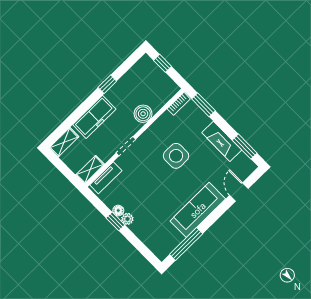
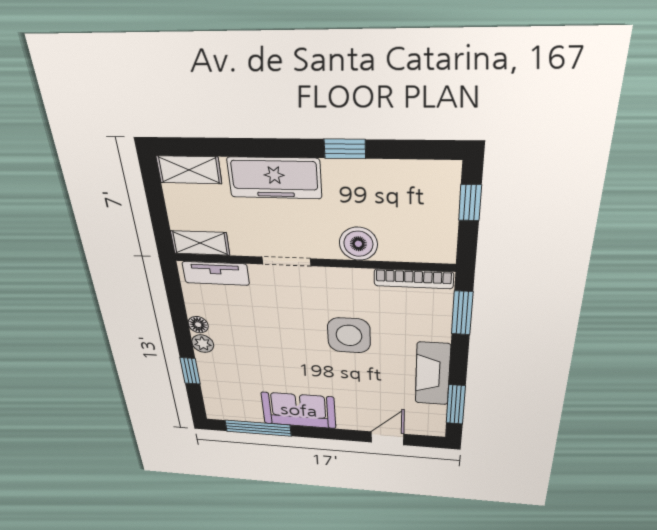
bookcase: (179, 104) -> (414, 279), width x1.56
sofa: (198, 210) -> (299, 410), width x0.73
window: (115, 221) -> (190, 371), moved

